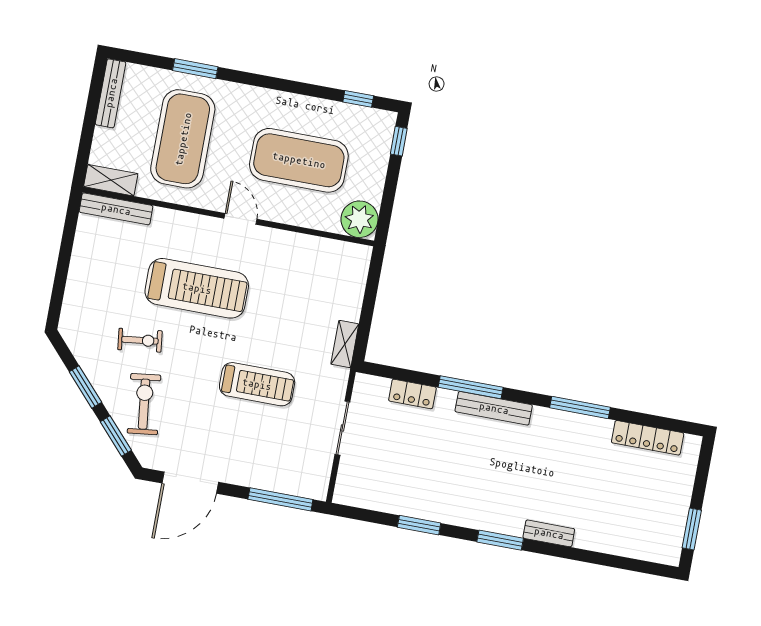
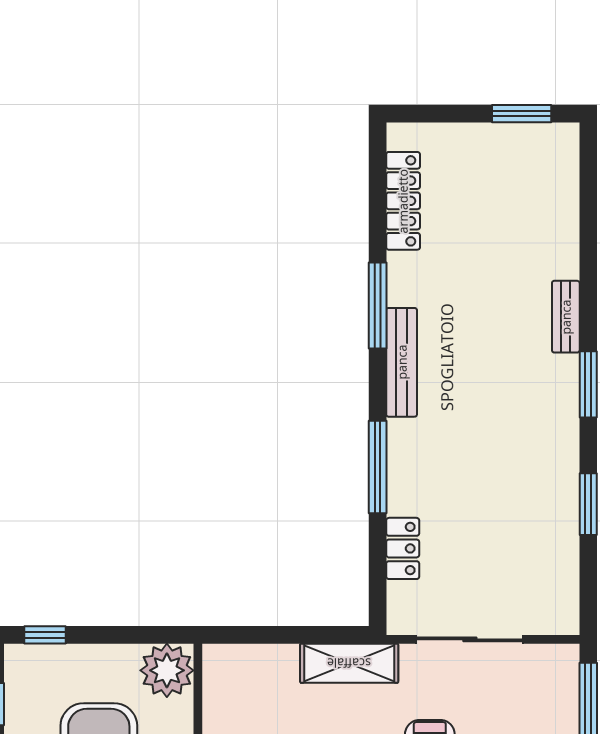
shelving: (345, 344) -> (349, 663), width x1.50, depth x1.33
bench: (494, 408) -> (402, 362), moved
sliding door: (342, 428) -> (470, 639), width x1.37

